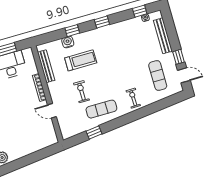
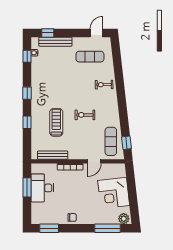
water cooler: (68, 42) -> (36, 129), removed
window: (179, 57) -> (48, 33), moved
exercise bike: (82, 92) -> (85, 115), moved
exercise mat: (101, 109) -> (111, 141), moved
window: (94, 132) -> (126, 143), moved
corner desk: (25, 140) -> (114, 193), added

